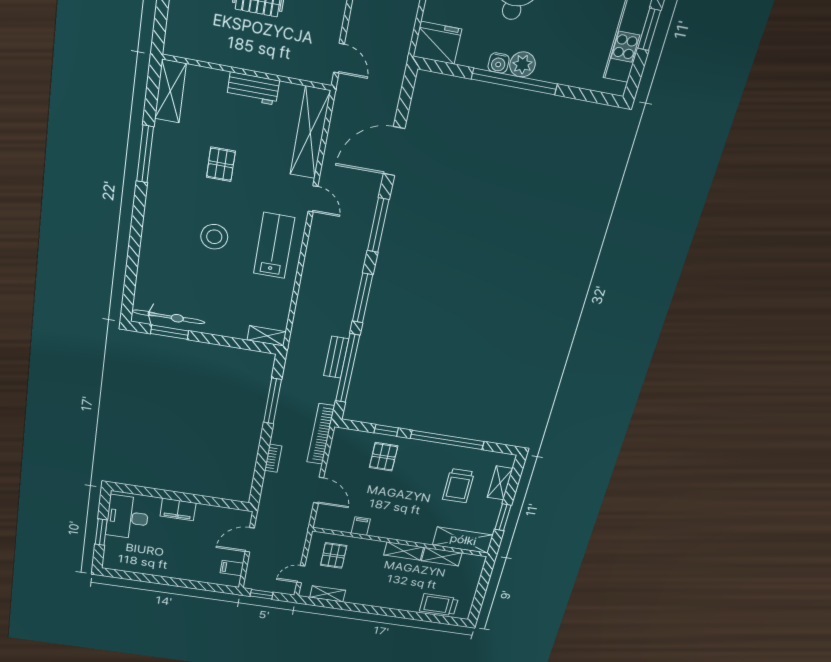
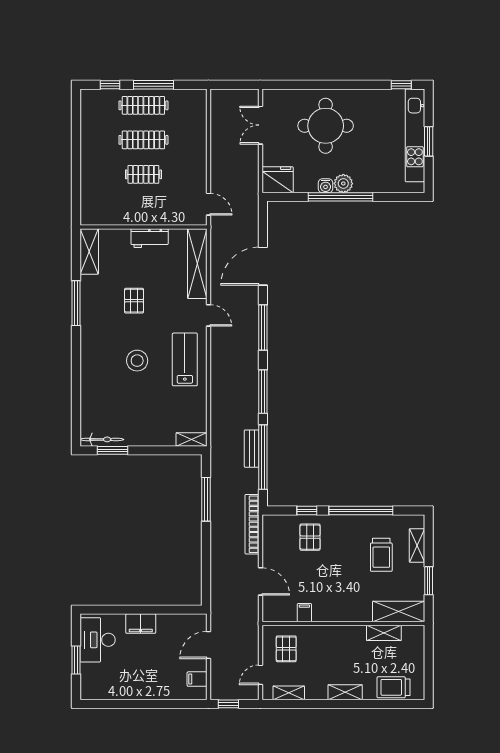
bicycle: (168, 317) -> (102, 439), width x0.73, depth x0.71
bookcase: (273, 458) -> (216, 556), removed
shelving: (404, 551) -> (345, 692), moved

